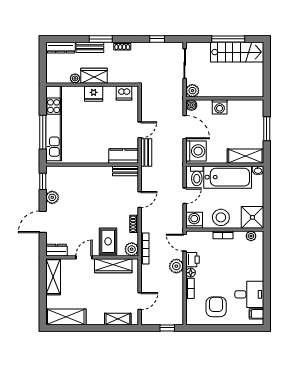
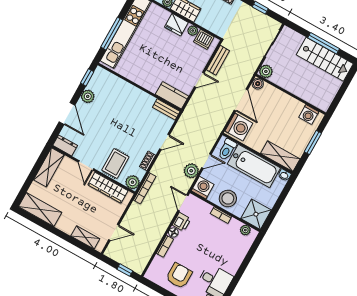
plant: (110, 91) -> (193, 31), added
washing machine: (220, 107) -> (309, 115), moved
bench: (146, 153) -> (218, 60), moved
door: (43, 222) -> (67, 114), swing flipped
door: (84, 257) -> (86, 166), swing flipped
plant: (176, 266) -> (191, 171), moved

